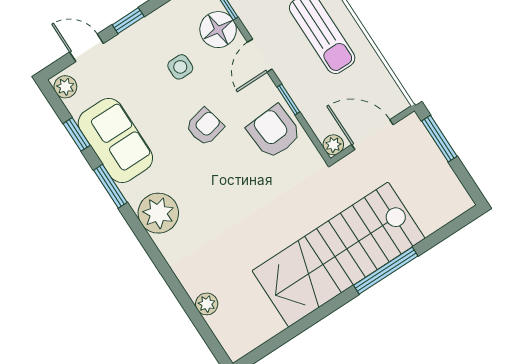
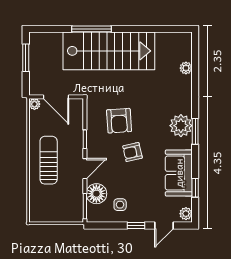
door: (87, 48) -> (164, 225), hinge flipped
side table: (180, 67) -> (120, 205), moved
armchair: (274, 132) -> (119, 121), moved
window: (439, 139) -> (26, 58), moved
plant: (333, 145) -> (34, 104), moved
window: (110, 186) -> (195, 131), moved

